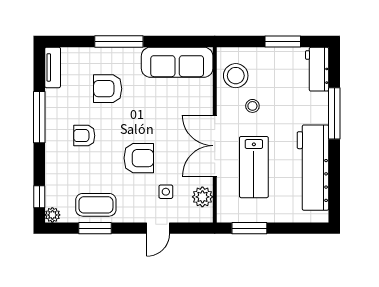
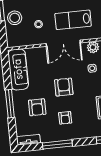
stool: (236, 76) -> (15, 18), moved
armchair: (139, 158) -> (64, 87), moved
lab bench: (254, 167) -> (73, 20), turned 180

